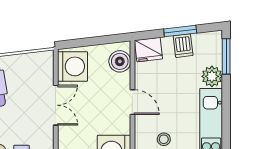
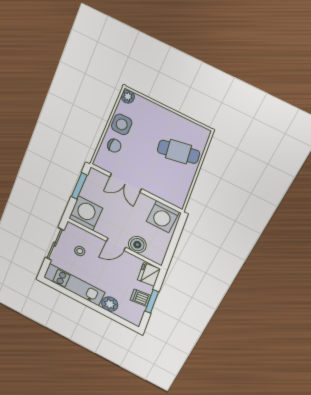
window: (226, 56) -> (119, 320), removed
boiler: (120, 61) -> (137, 245), moved
double door: (56, 105) -> (126, 183), moved

